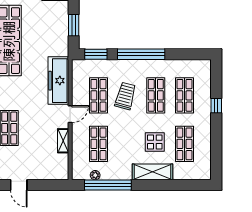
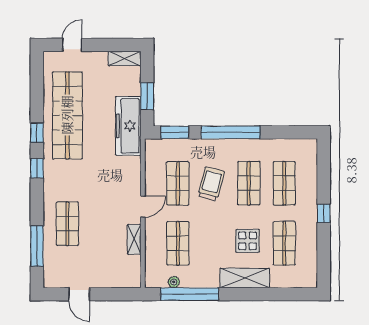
freezer: (58, 81) -> (128, 126), moved
window: (216, 106) -> (324, 213), moved

